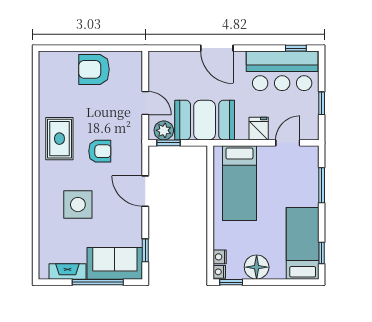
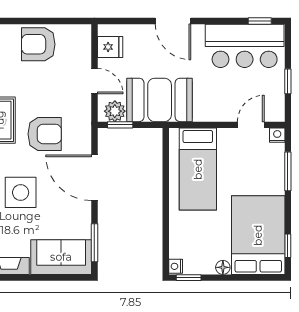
fridge: (259, 129) -> (110, 47), moved, turned 90
armchair: (100, 151) -> (45, 134), width x1.38, depth x1.38
door: (145, 191) -> (94, 178), width x1.36
bed: (303, 243) -> (258, 235), width x1.50
window: (145, 250) -> (94, 243), width x1.50
nightstand: (220, 257) -> (277, 135), moved, turned 90
floor lamp: (257, 267) -> (223, 267), width x0.53, depth x0.53
window: (98, 282) -> (42, 278), removed

